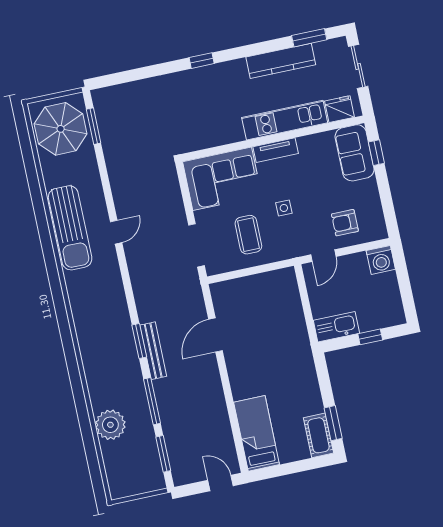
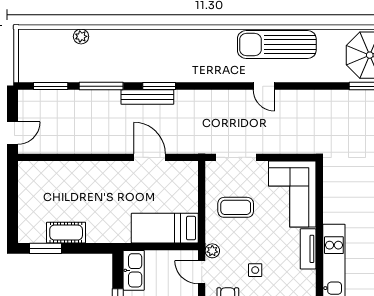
side table: (284, 208) -> (255, 270), moved
plant: (299, 249) -> (212, 251), added
plant: (110, 425) -> (81, 36), width x0.53, depth x0.53
bed: (257, 433) -> (165, 228), moved, turned 180
cot: (318, 435) -> (66, 233), moved

